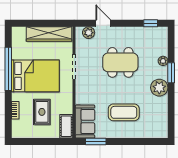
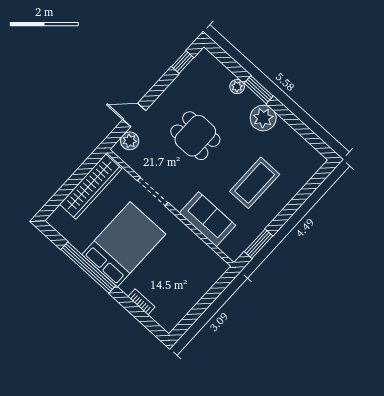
dining table: (120, 62) -> (195, 136), width x0.73
rug: (42, 112) -> (171, 274), removed
sofa: (85, 121) -> (207, 219), moved
cot: (66, 126) -> (212, 261), removed

